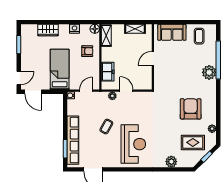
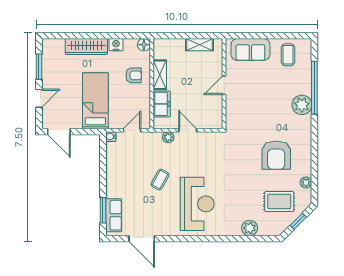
wardrobe: (48, 30) -> (86, 46), width x1.50
shelving: (106, 36) -> (160, 75), moved
door: (19, 78) -> (39, 98), moved
armchair: (191, 109) -> (276, 155), turned 180
row of seats: (73, 140) -> (114, 215), width x0.50

